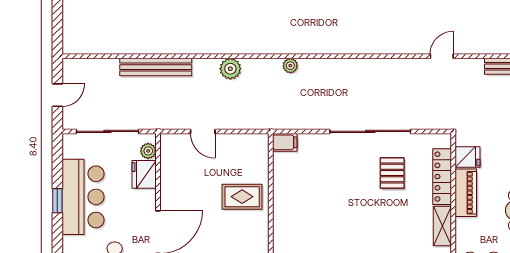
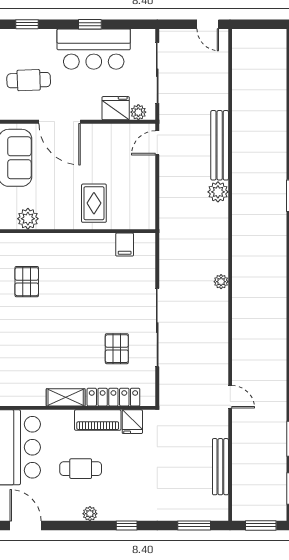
plant: (290, 66) -> (221, 282), moved
bench: (156, 67) -> (220, 145), moved
door: (57, 95) -> (208, 24), moved
door: (203, 131) -> (157, 143), moved
filing cabinet: (285, 142) -> (125, 245), moved
pallet: (392, 173) -> (117, 349), turned 90

